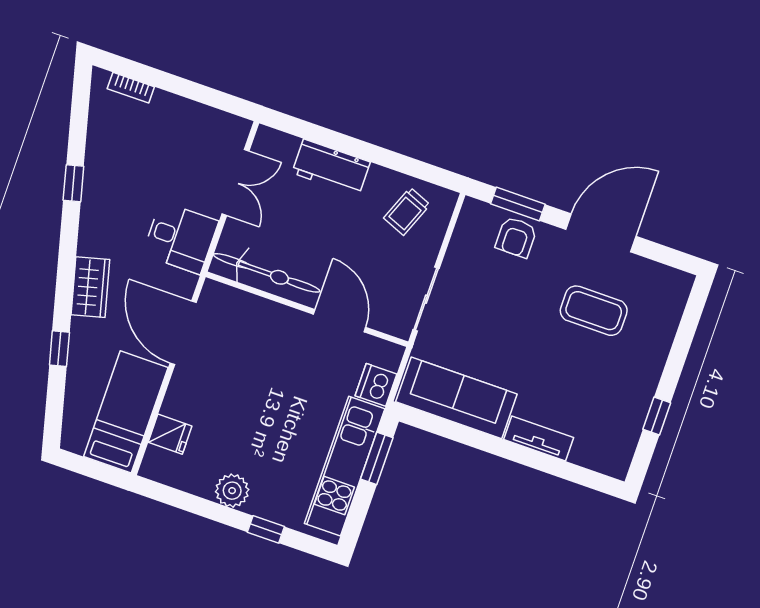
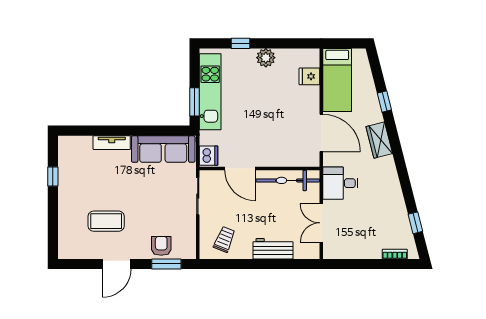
window: (73, 183) -> (415, 223), moved
door: (601, 233) -> (117, 264), width x0.73
dishwasher: (376, 385) -> (209, 156), moved

